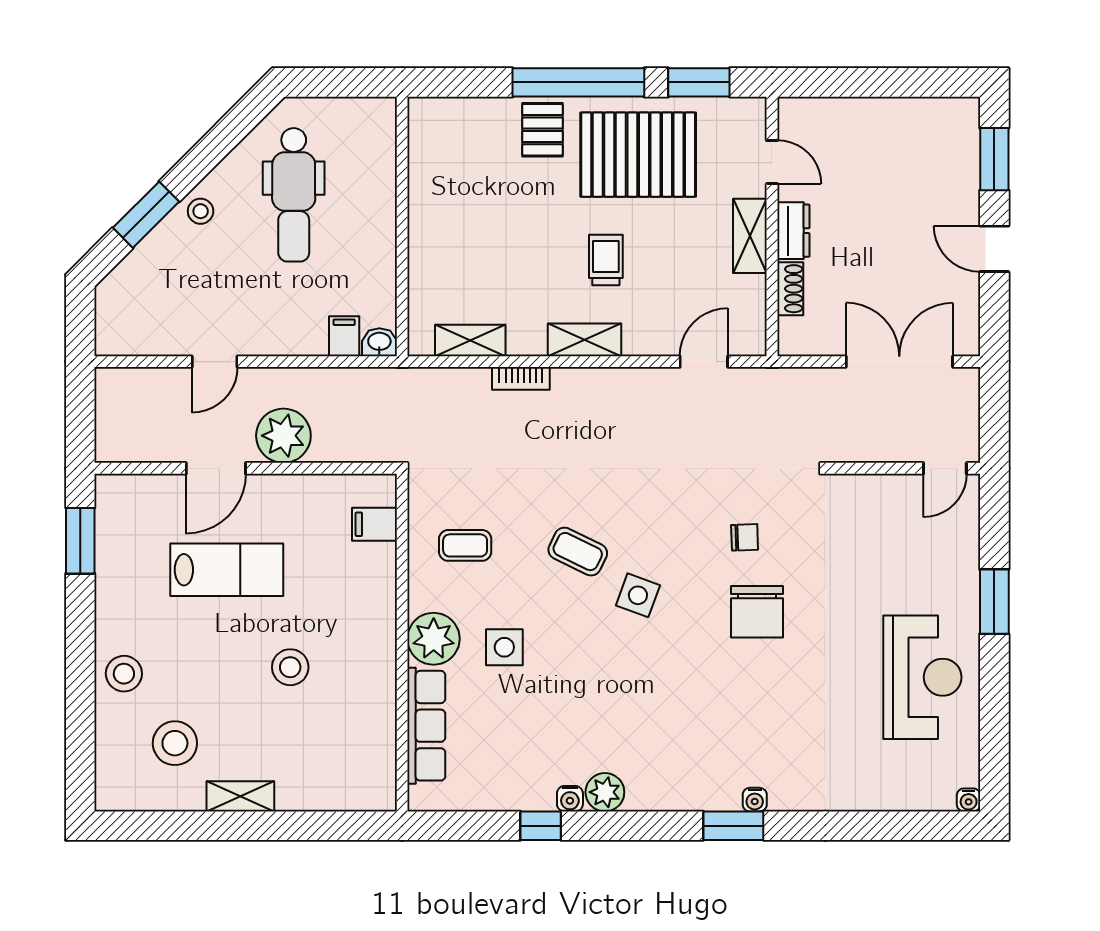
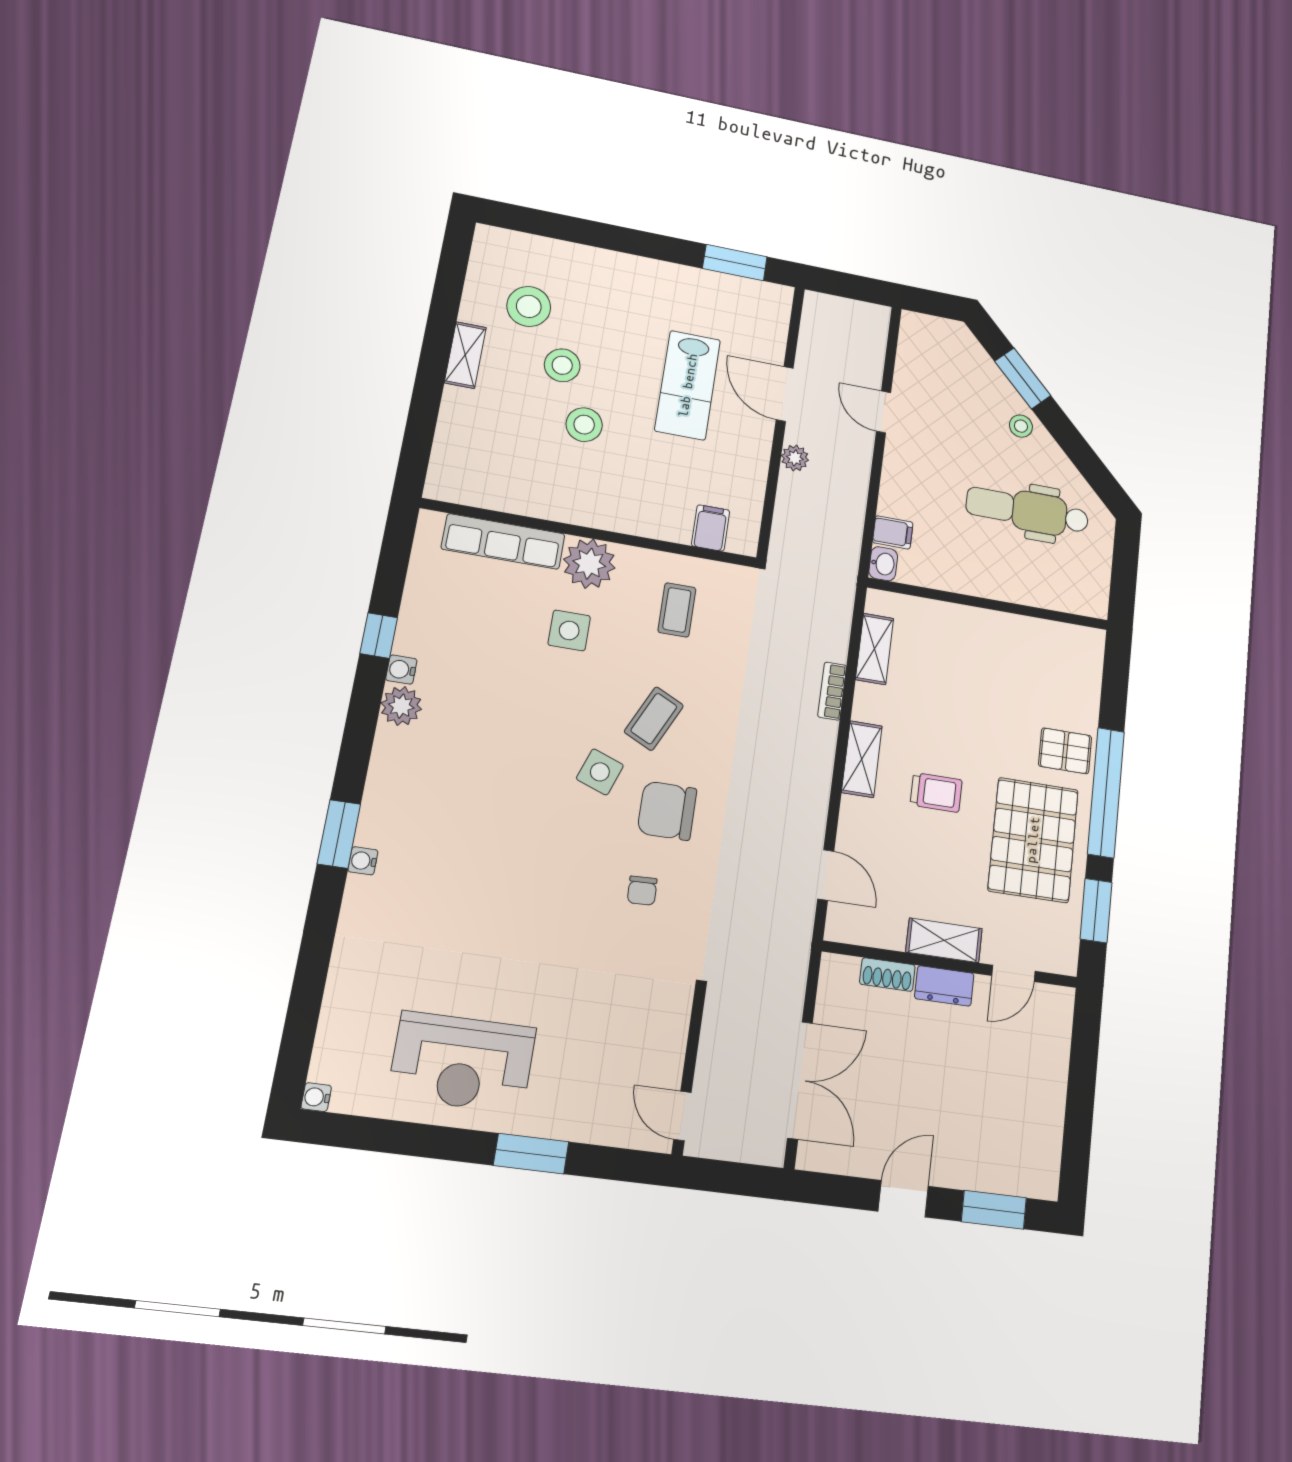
plant: (283, 436) -> (795, 458), width x0.53, depth x0.53
chair: (757, 612) -> (667, 811), moved
stool: (124, 674) -> (562, 365), moved

